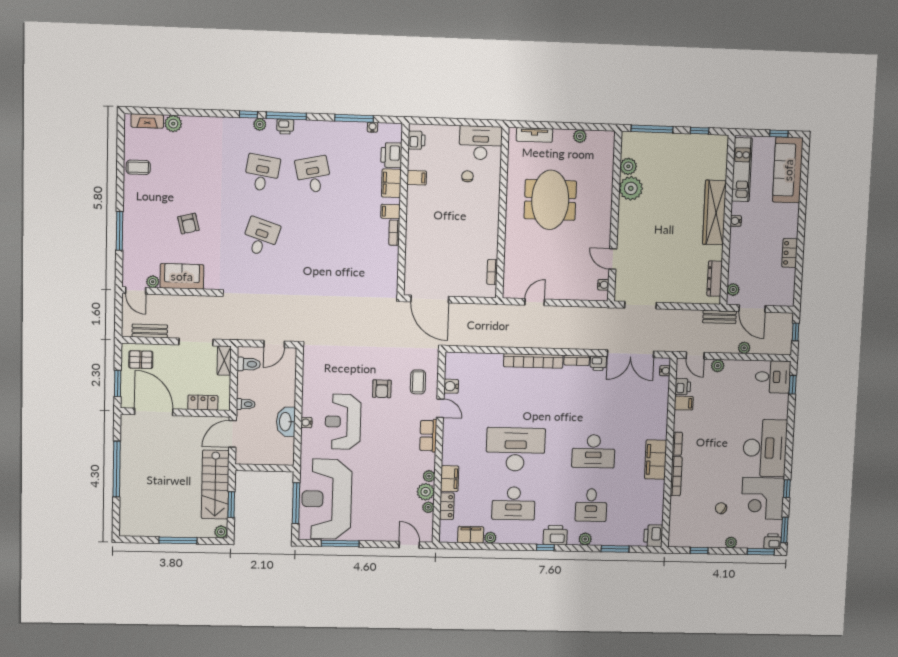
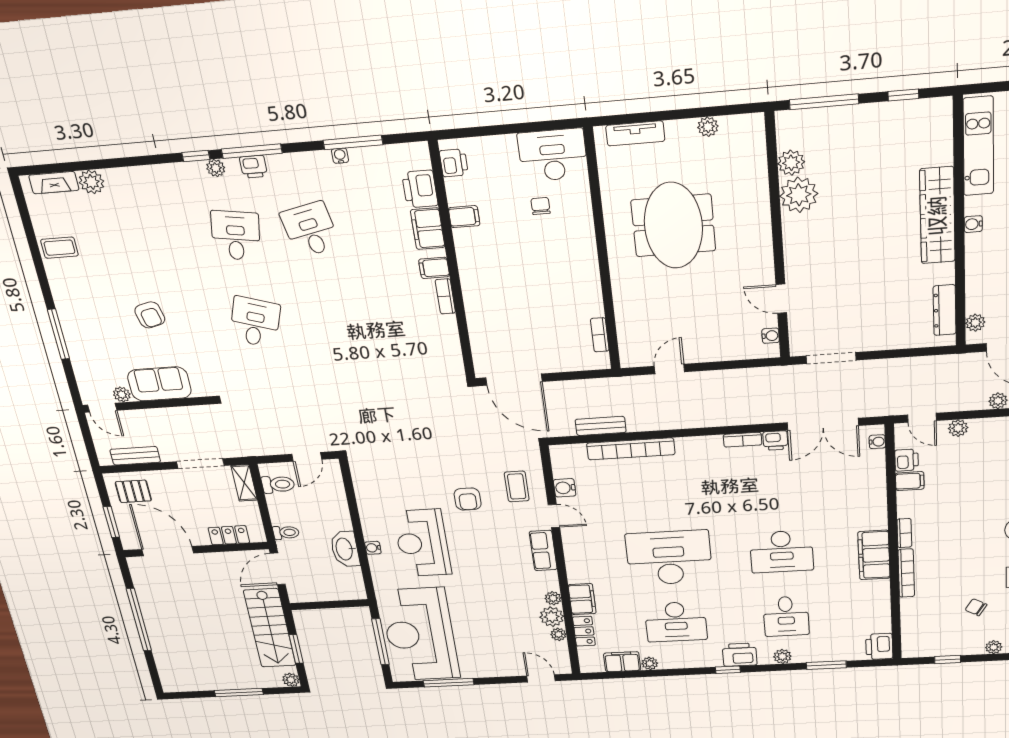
water cooler: (372, 127) -> (340, 156), moved
bench: (719, 317) -> (601, 426), moved
bookcase: (533, 361) -> (631, 449), moved

